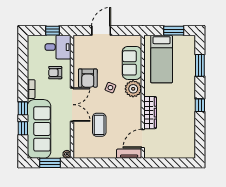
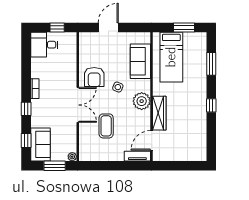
desk: (58, 47) -> (44, 45), moved, turned 180
armchair: (55, 73) -> (60, 71), removed
plant: (133, 89) -> (142, 101), moved
window: (23, 128) -> (26, 140), moved
sofa: (39, 129) -> (40, 144), width x0.54, depth x0.79

